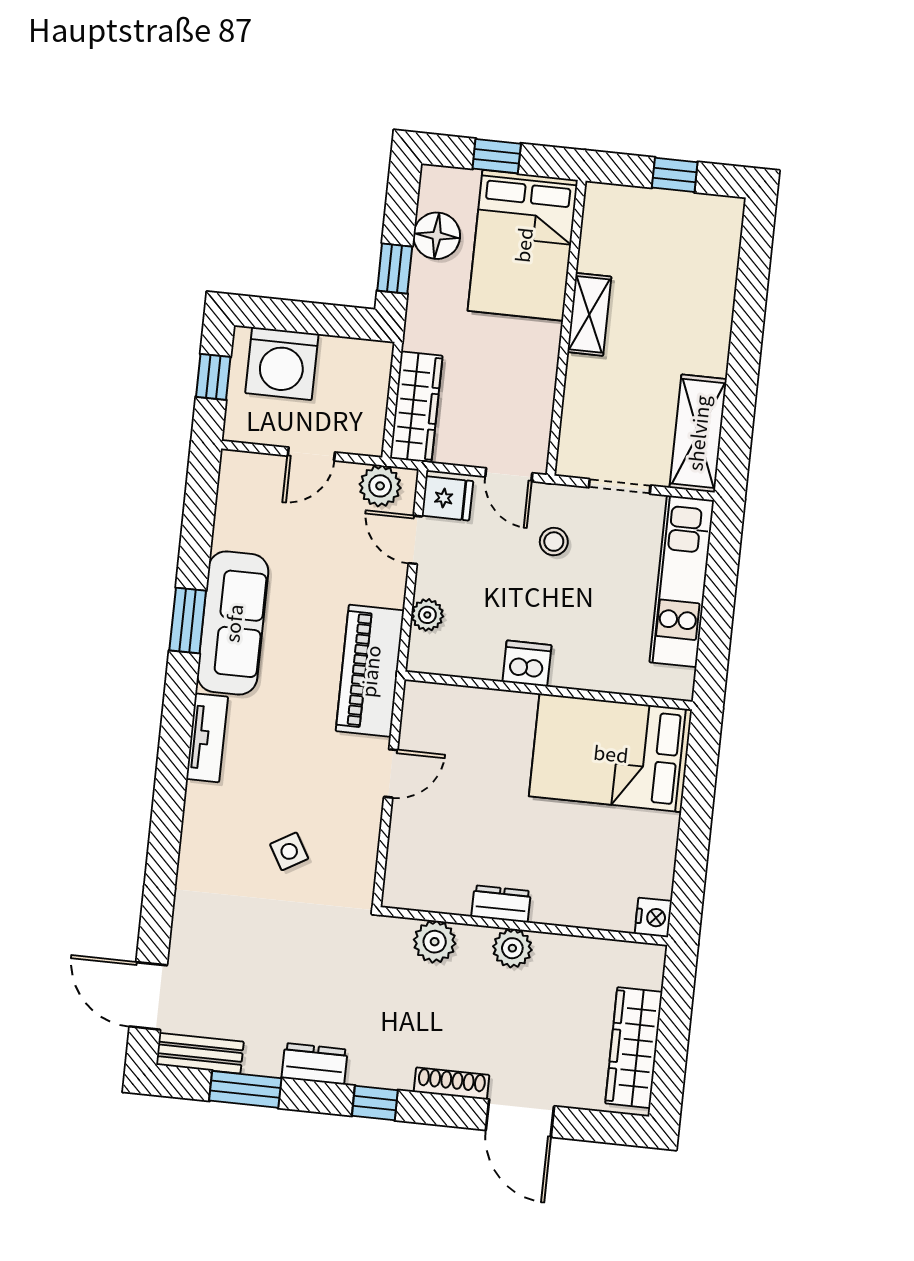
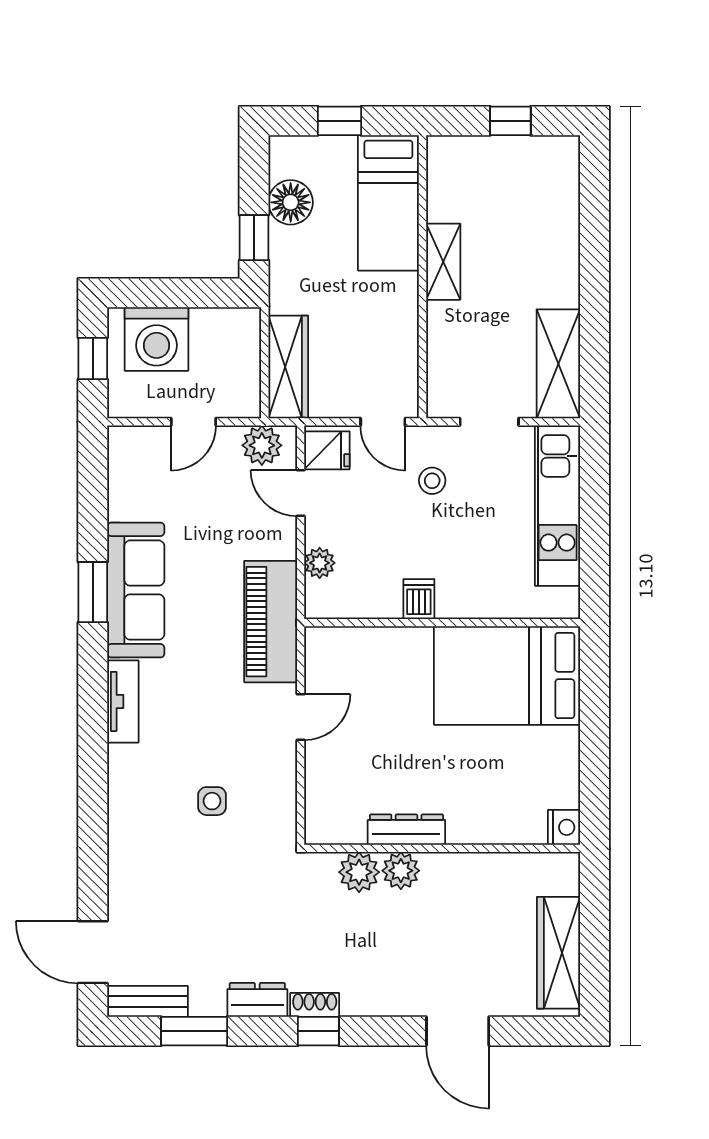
bed: (523, 245) -> (388, 203), width x0.67
dishwasher: (527, 663) -> (419, 599), width x0.73
side table: (289, 851) -> (212, 801), turned 30
dresser: (501, 904) -> (406, 830), width x1.44
plant: (512, 948) -> (401, 871), moved
shoe rack: (452, 1083) -> (315, 1005), moved, width x0.70

